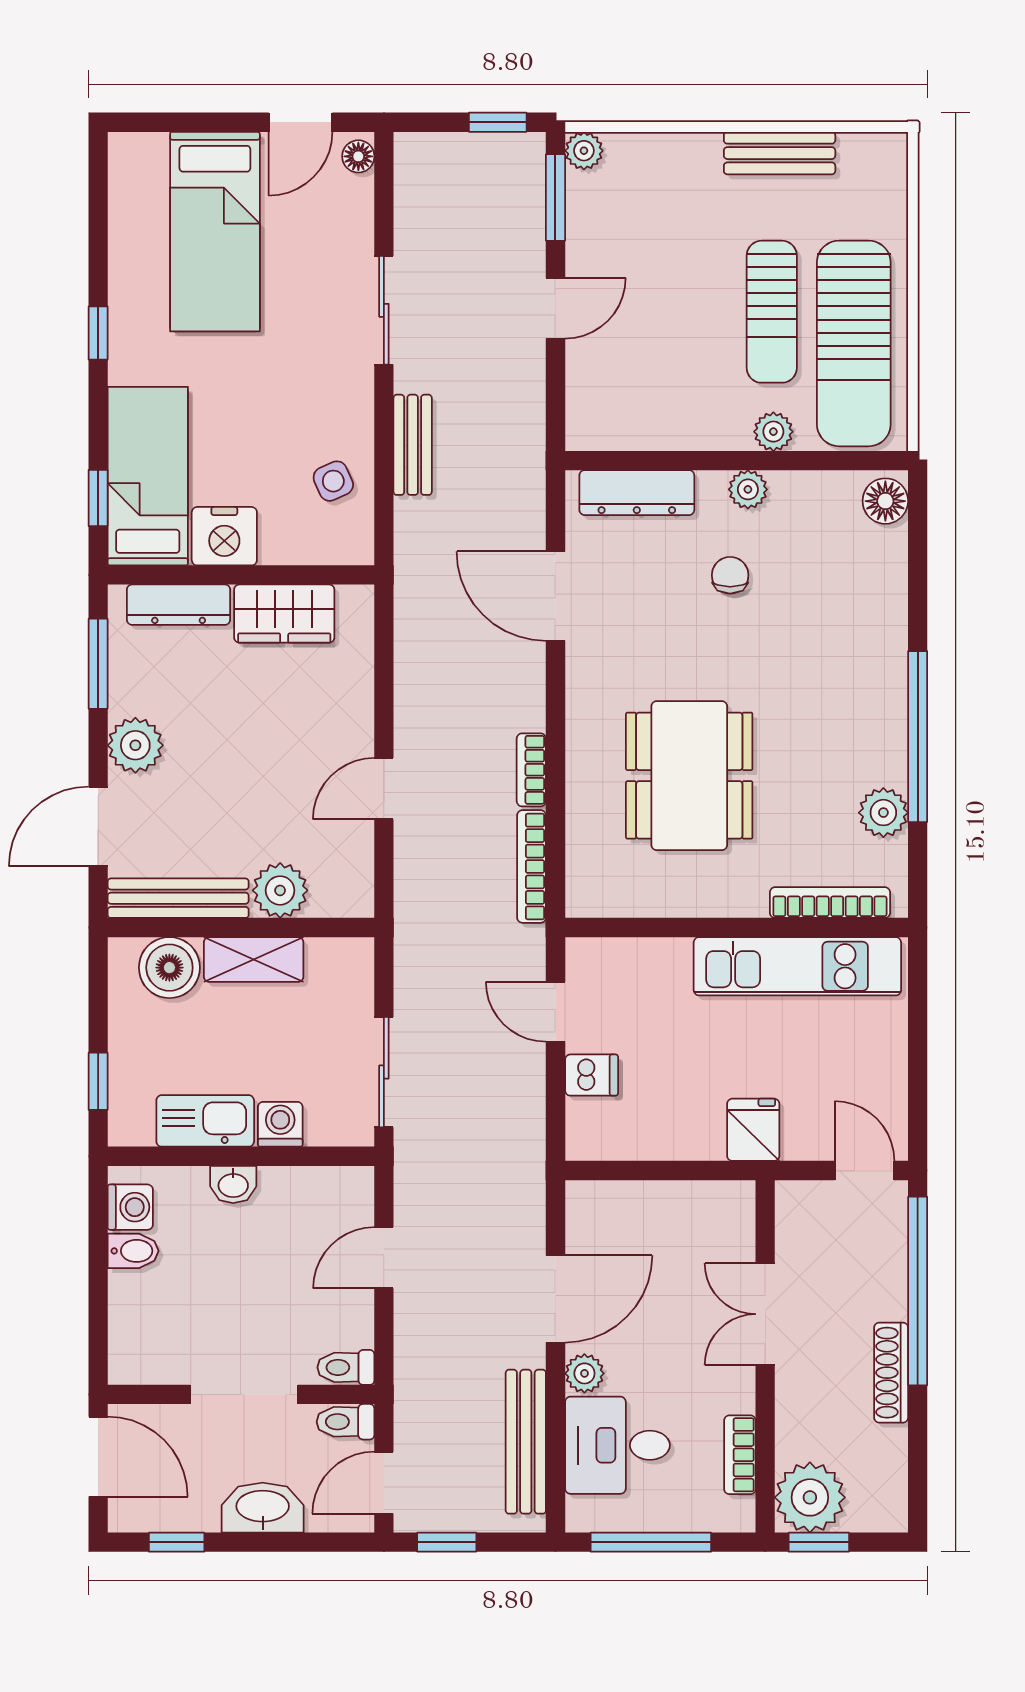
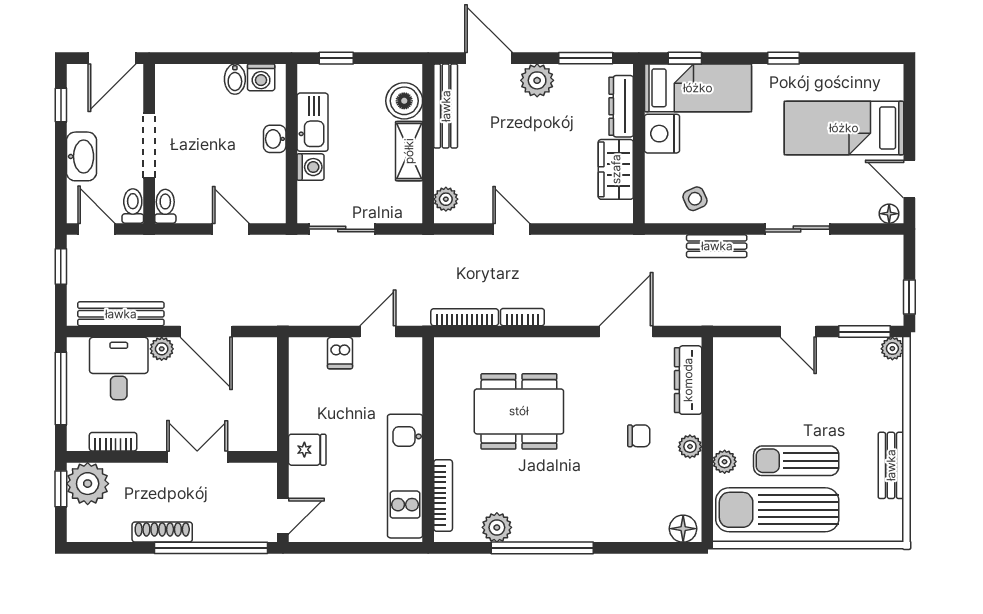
plant: (280, 890) -> (446, 199), moved, width x0.73, depth x0.73

